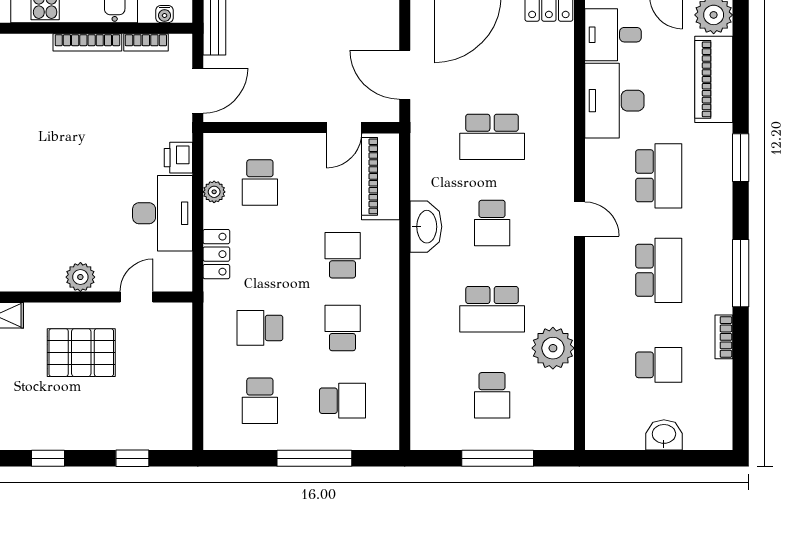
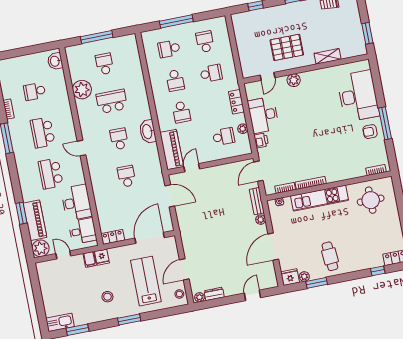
school desk: (492, 137) -> (126, 176), width x0.54
window: (741, 158) -> (21, 213), moved
school desk: (260, 182) -> (224, 137), turned 90
washbasin: (664, 435) -> (55, 61), moved, turned 90

